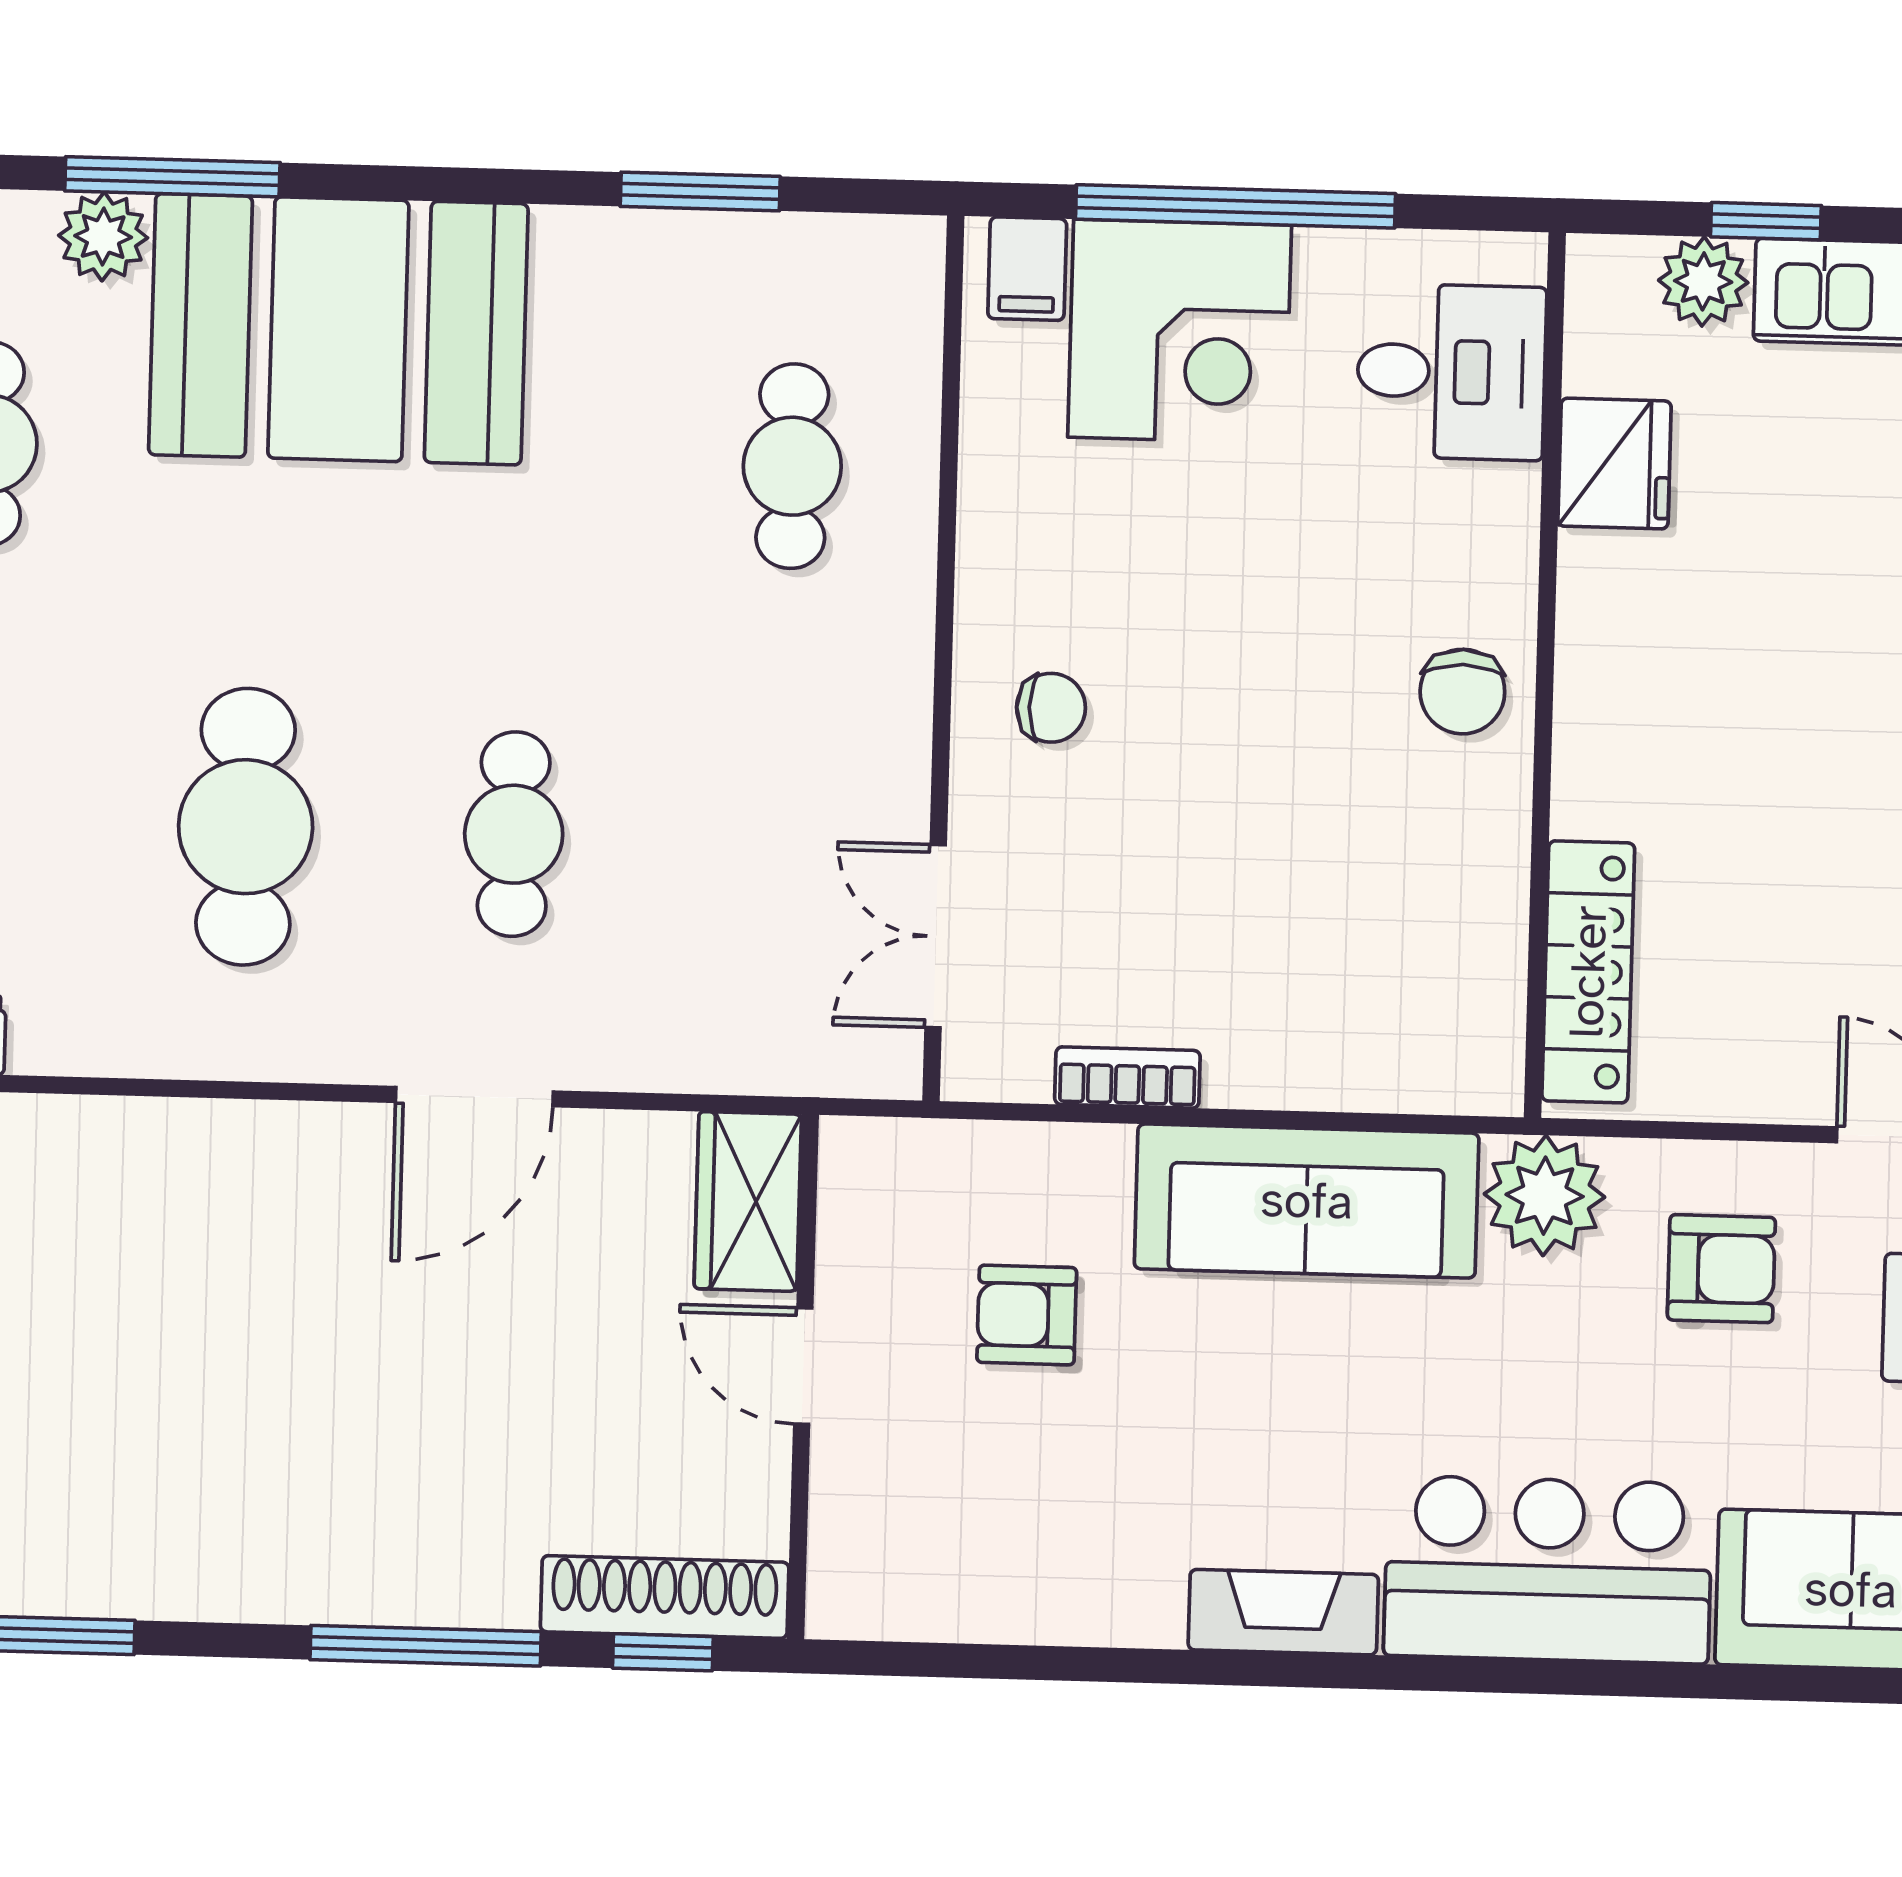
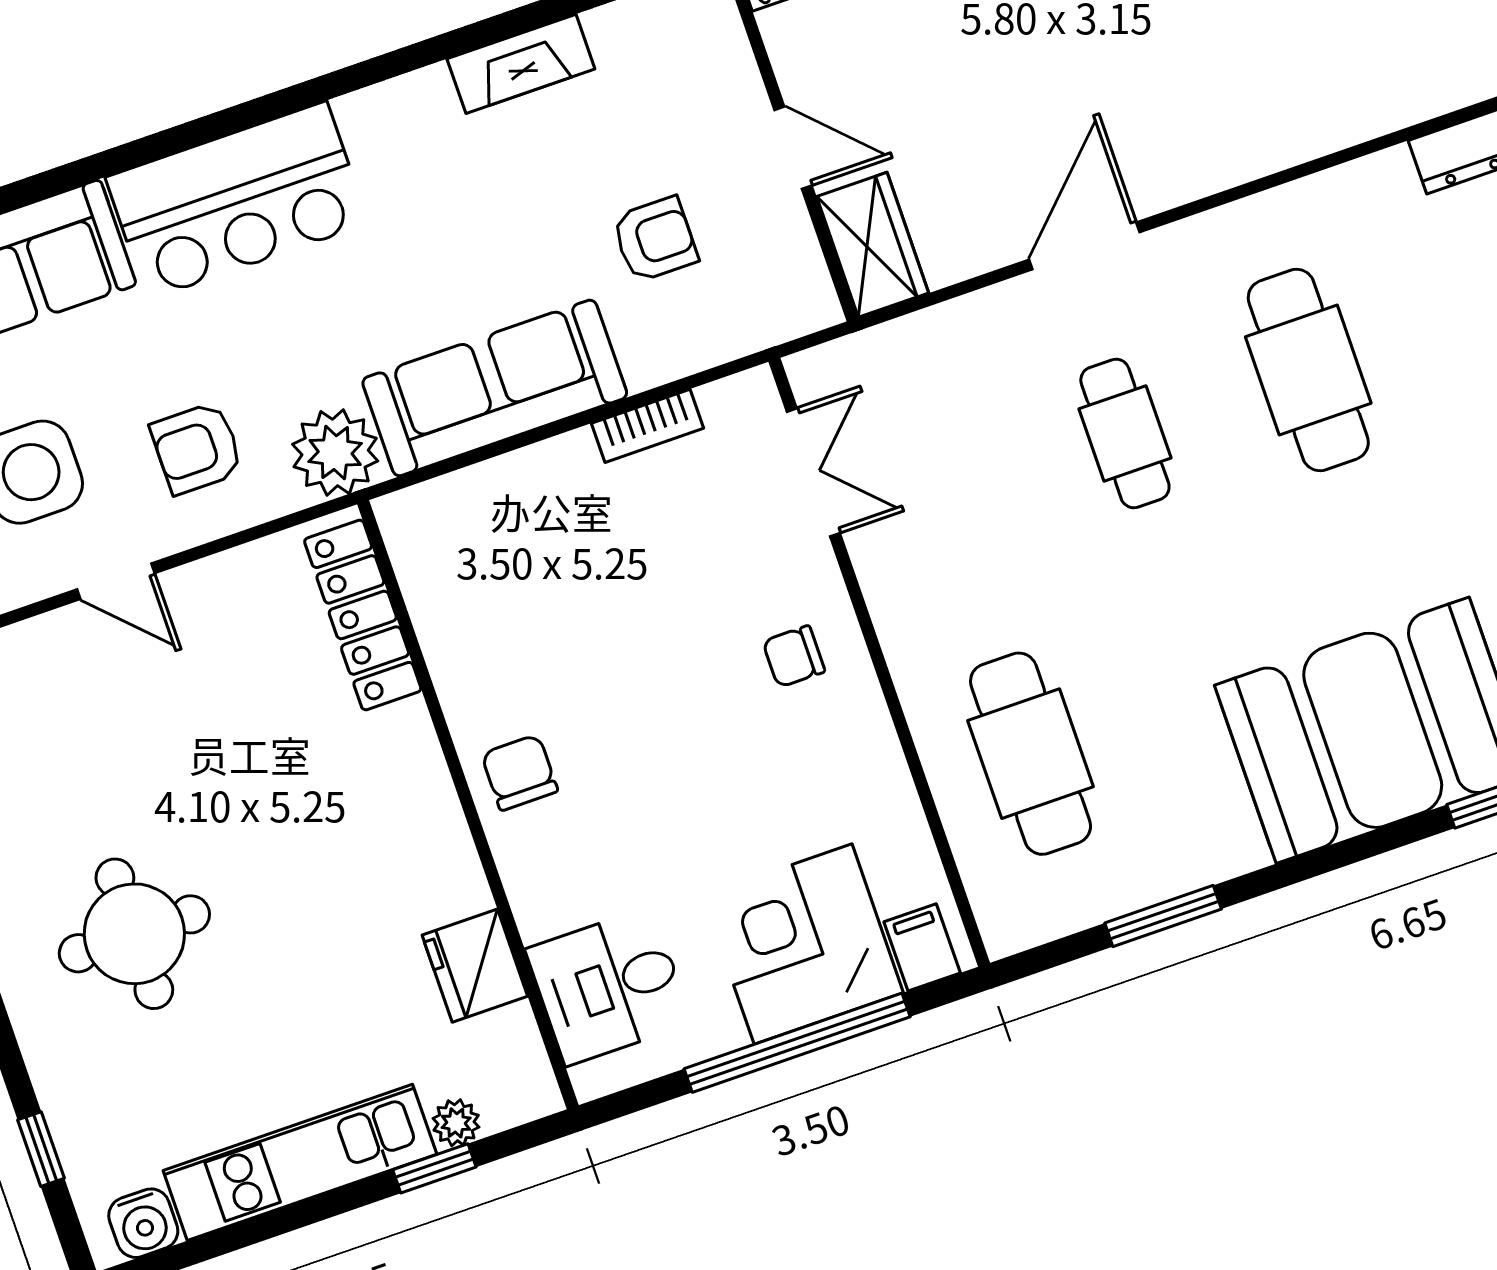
plant: (1703, 281) -> (456, 1123), width x0.73, depth x0.73
cafe table: (792, 466) -> (1031, 754), width x1.37, depth x1.35
fireplace: (1283, 1612) -> (521, 64), moved

